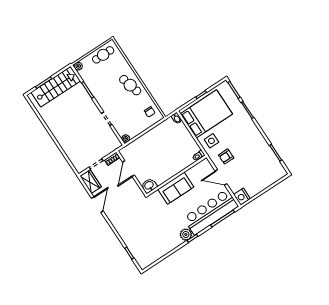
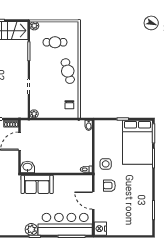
cafe table: (103, 55) -> (55, 42), moved
bed: (206, 114) -> (137, 142), moved, turned 90
sofa: (176, 188) -> (37, 184), moved

